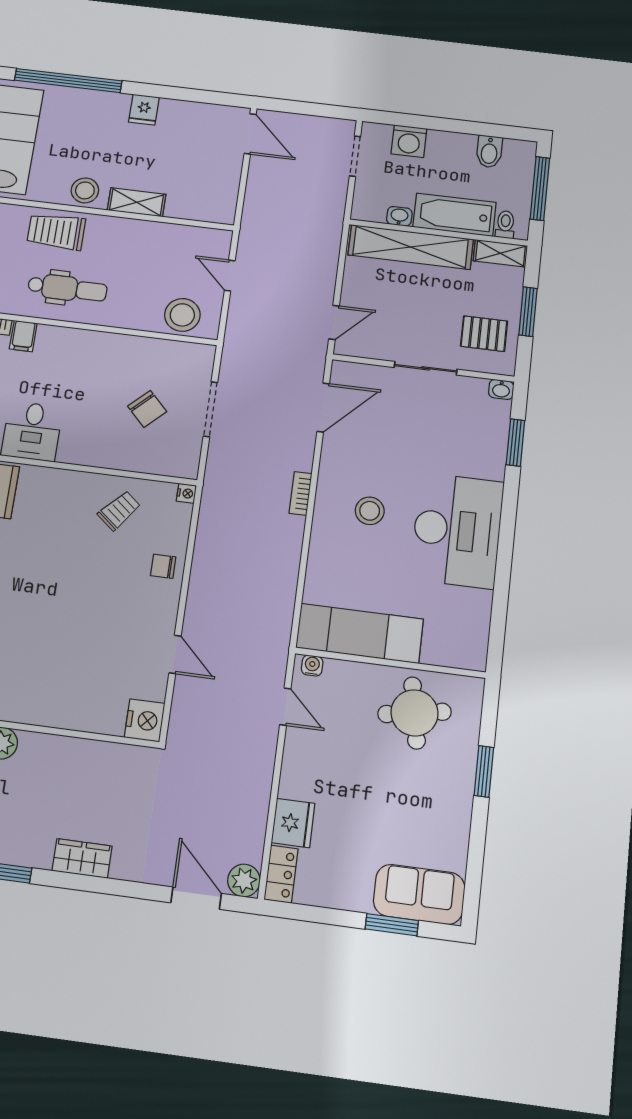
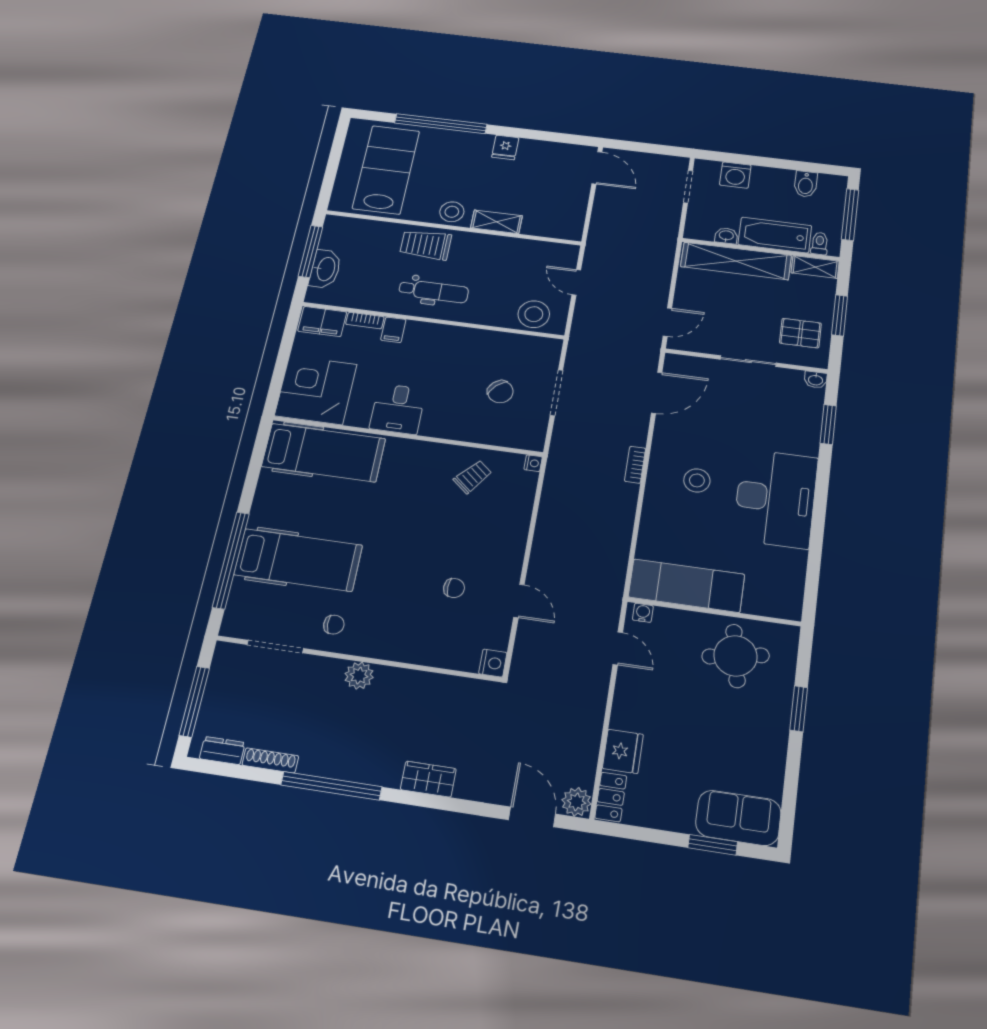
chair: (163, 566) -> (454, 588), moved, turned 180
nightstand: (145, 720) -> (493, 663), width x0.74, depth x0.75

